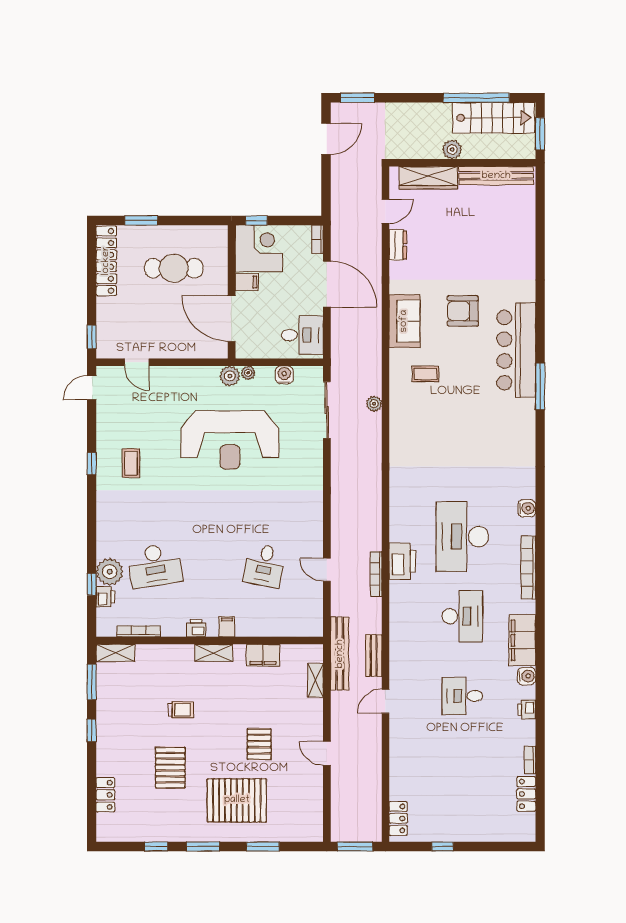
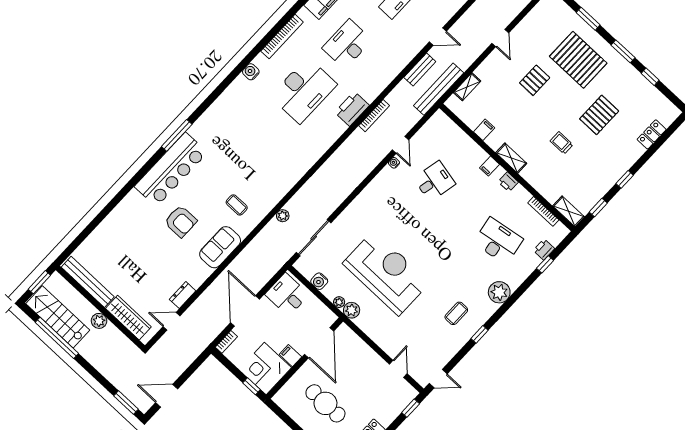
water cooler: (317, 548) -> (394, 163), added
plant: (110, 572) -> (499, 292), moved
filing cabinet: (263, 655) -> (484, 130), width x0.50
window: (92, 682) -> (598, 208), width x0.67

